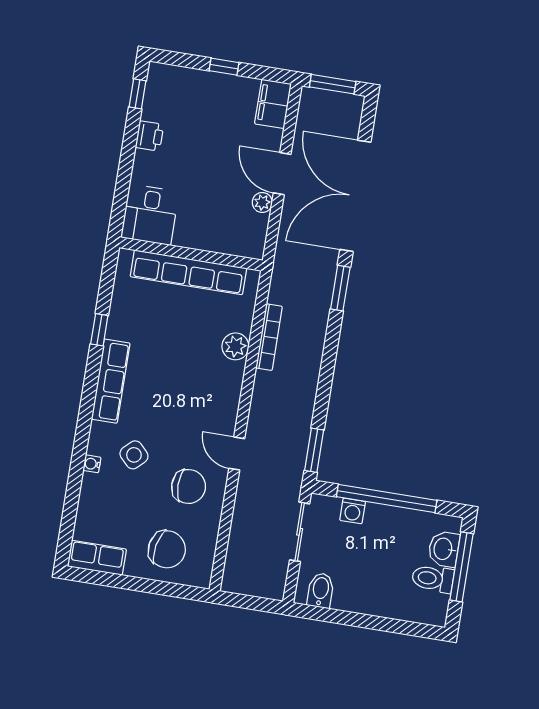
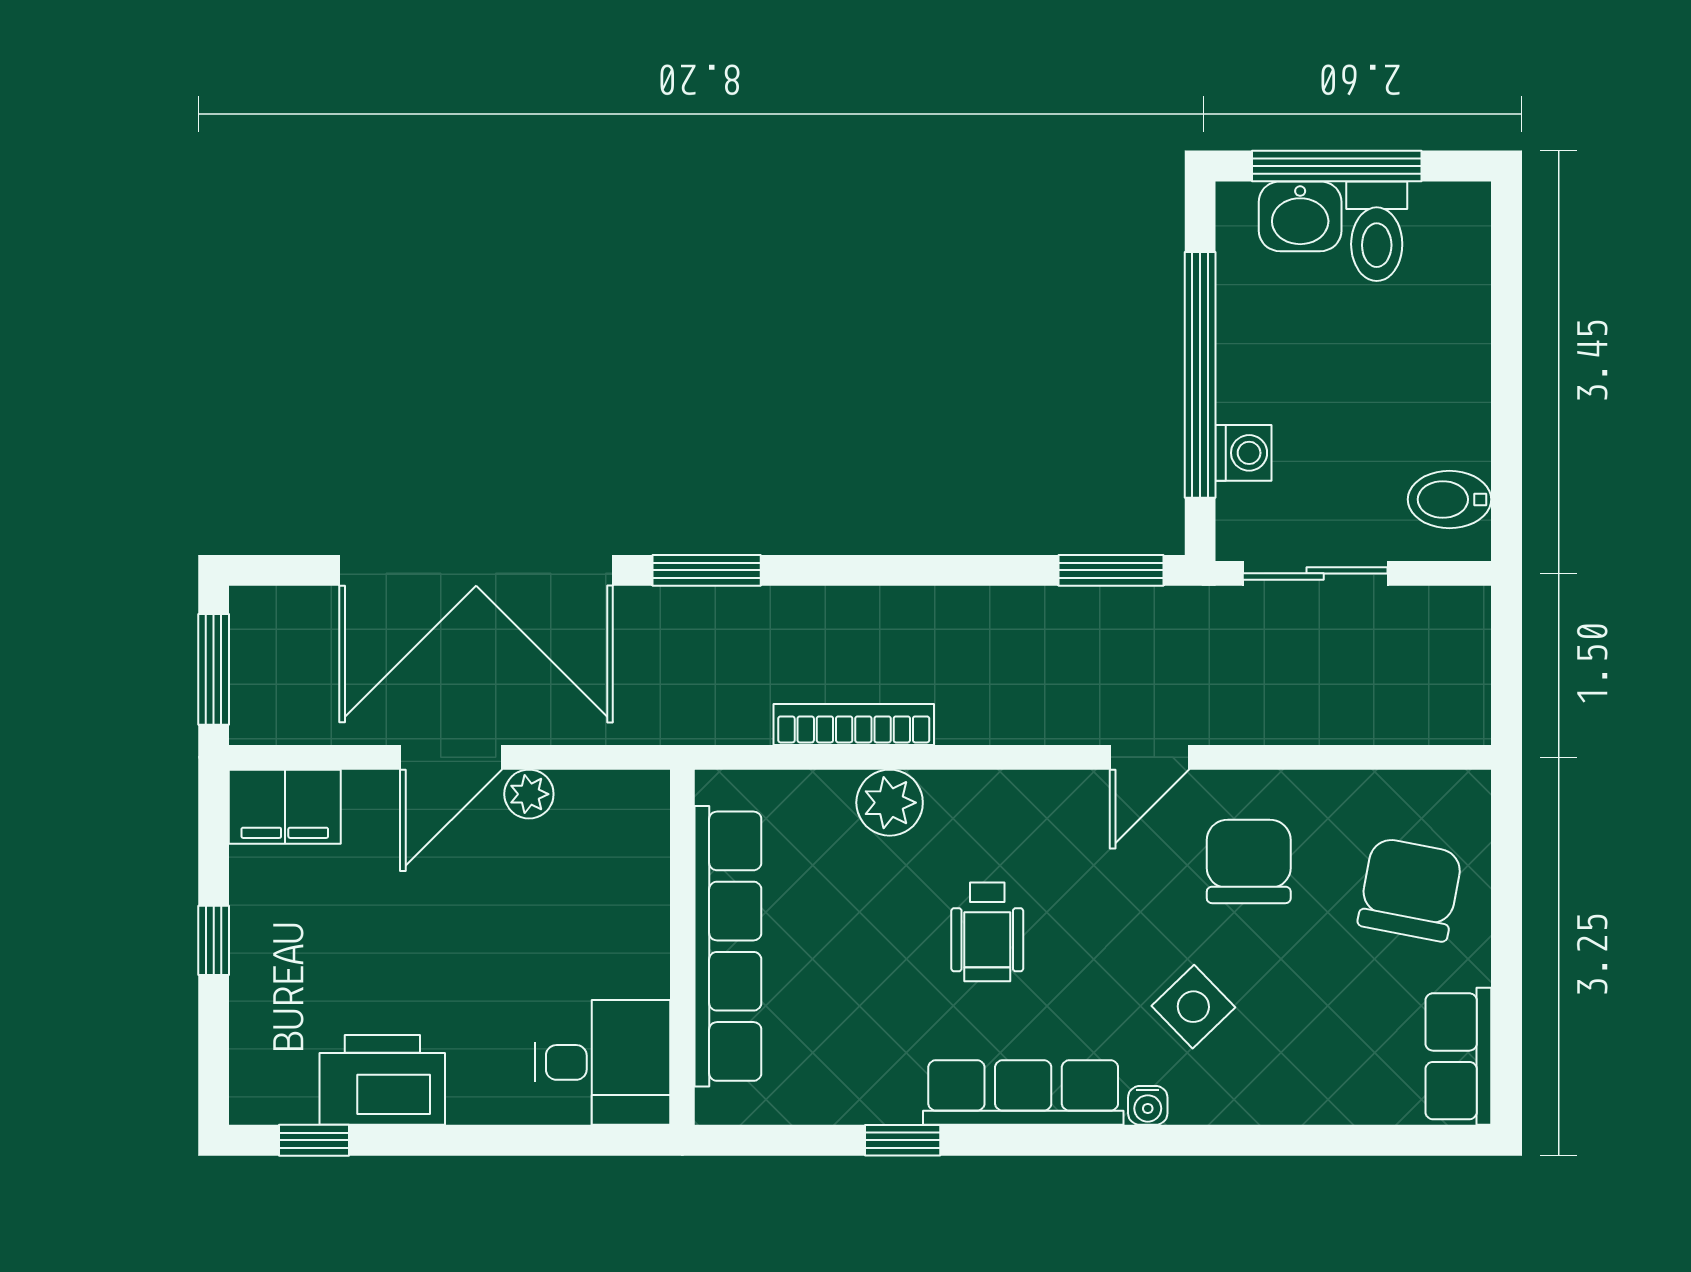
printer: (149, 136) -> (382, 1080), width x1.87, depth x1.48
wheelchair: (177, 377) -> (987, 932), added
water cooler: (92, 464) -> (1148, 1105), moved

